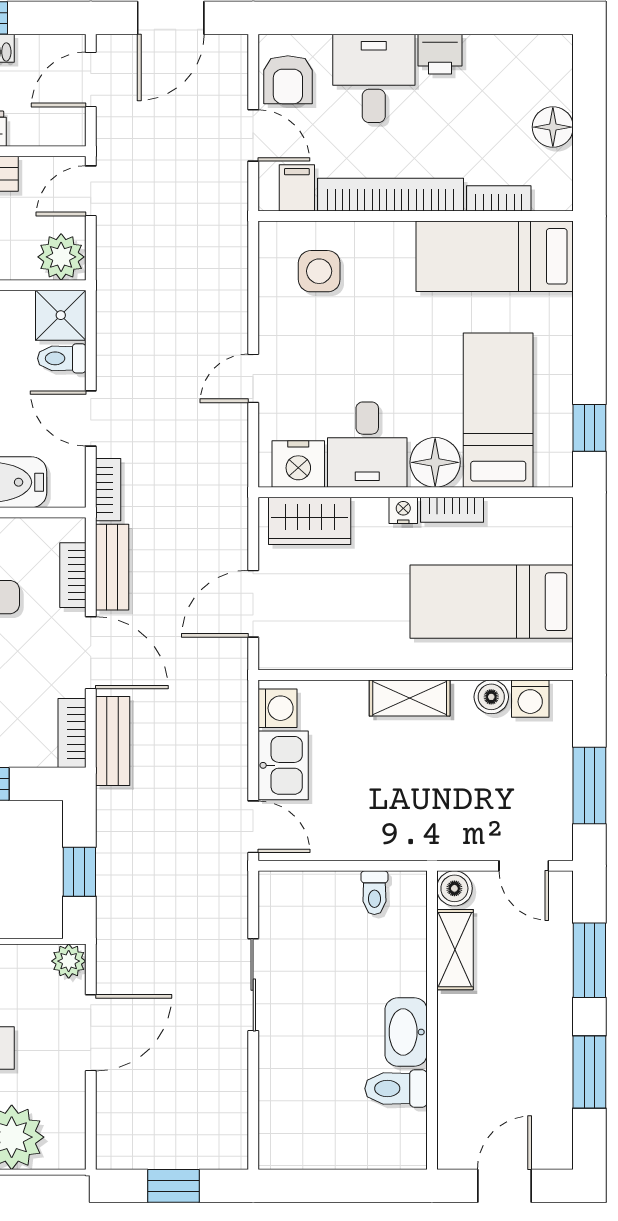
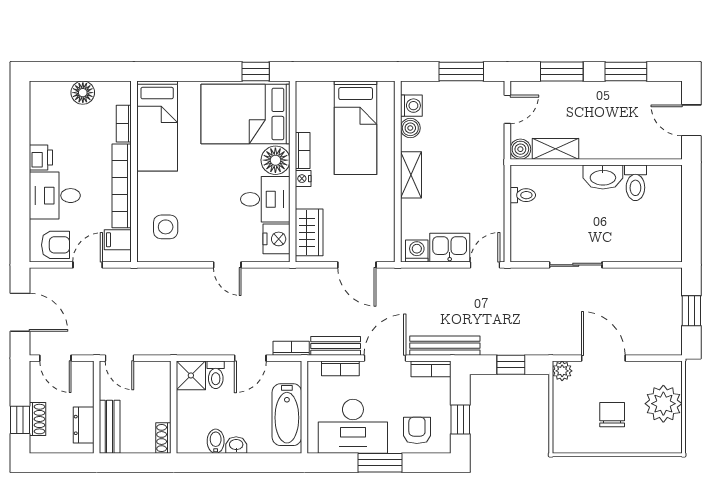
plant: (61, 257) -> (157, 375), removed
bed: (498, 410) -> (245, 114), width x1.50
bench: (113, 741) -> (445, 346), width x1.36

